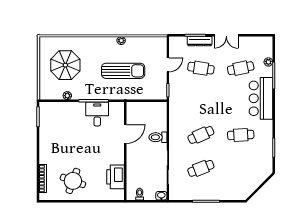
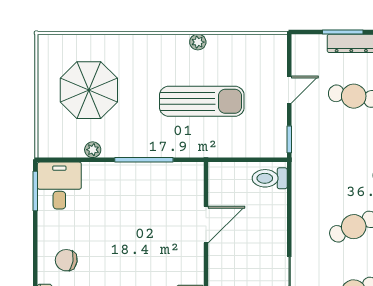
desk: (97, 114) -> (59, 186), moved
toilet: (158, 137) -> (270, 178), moved
chair: (54, 152) -> (66, 260), added

